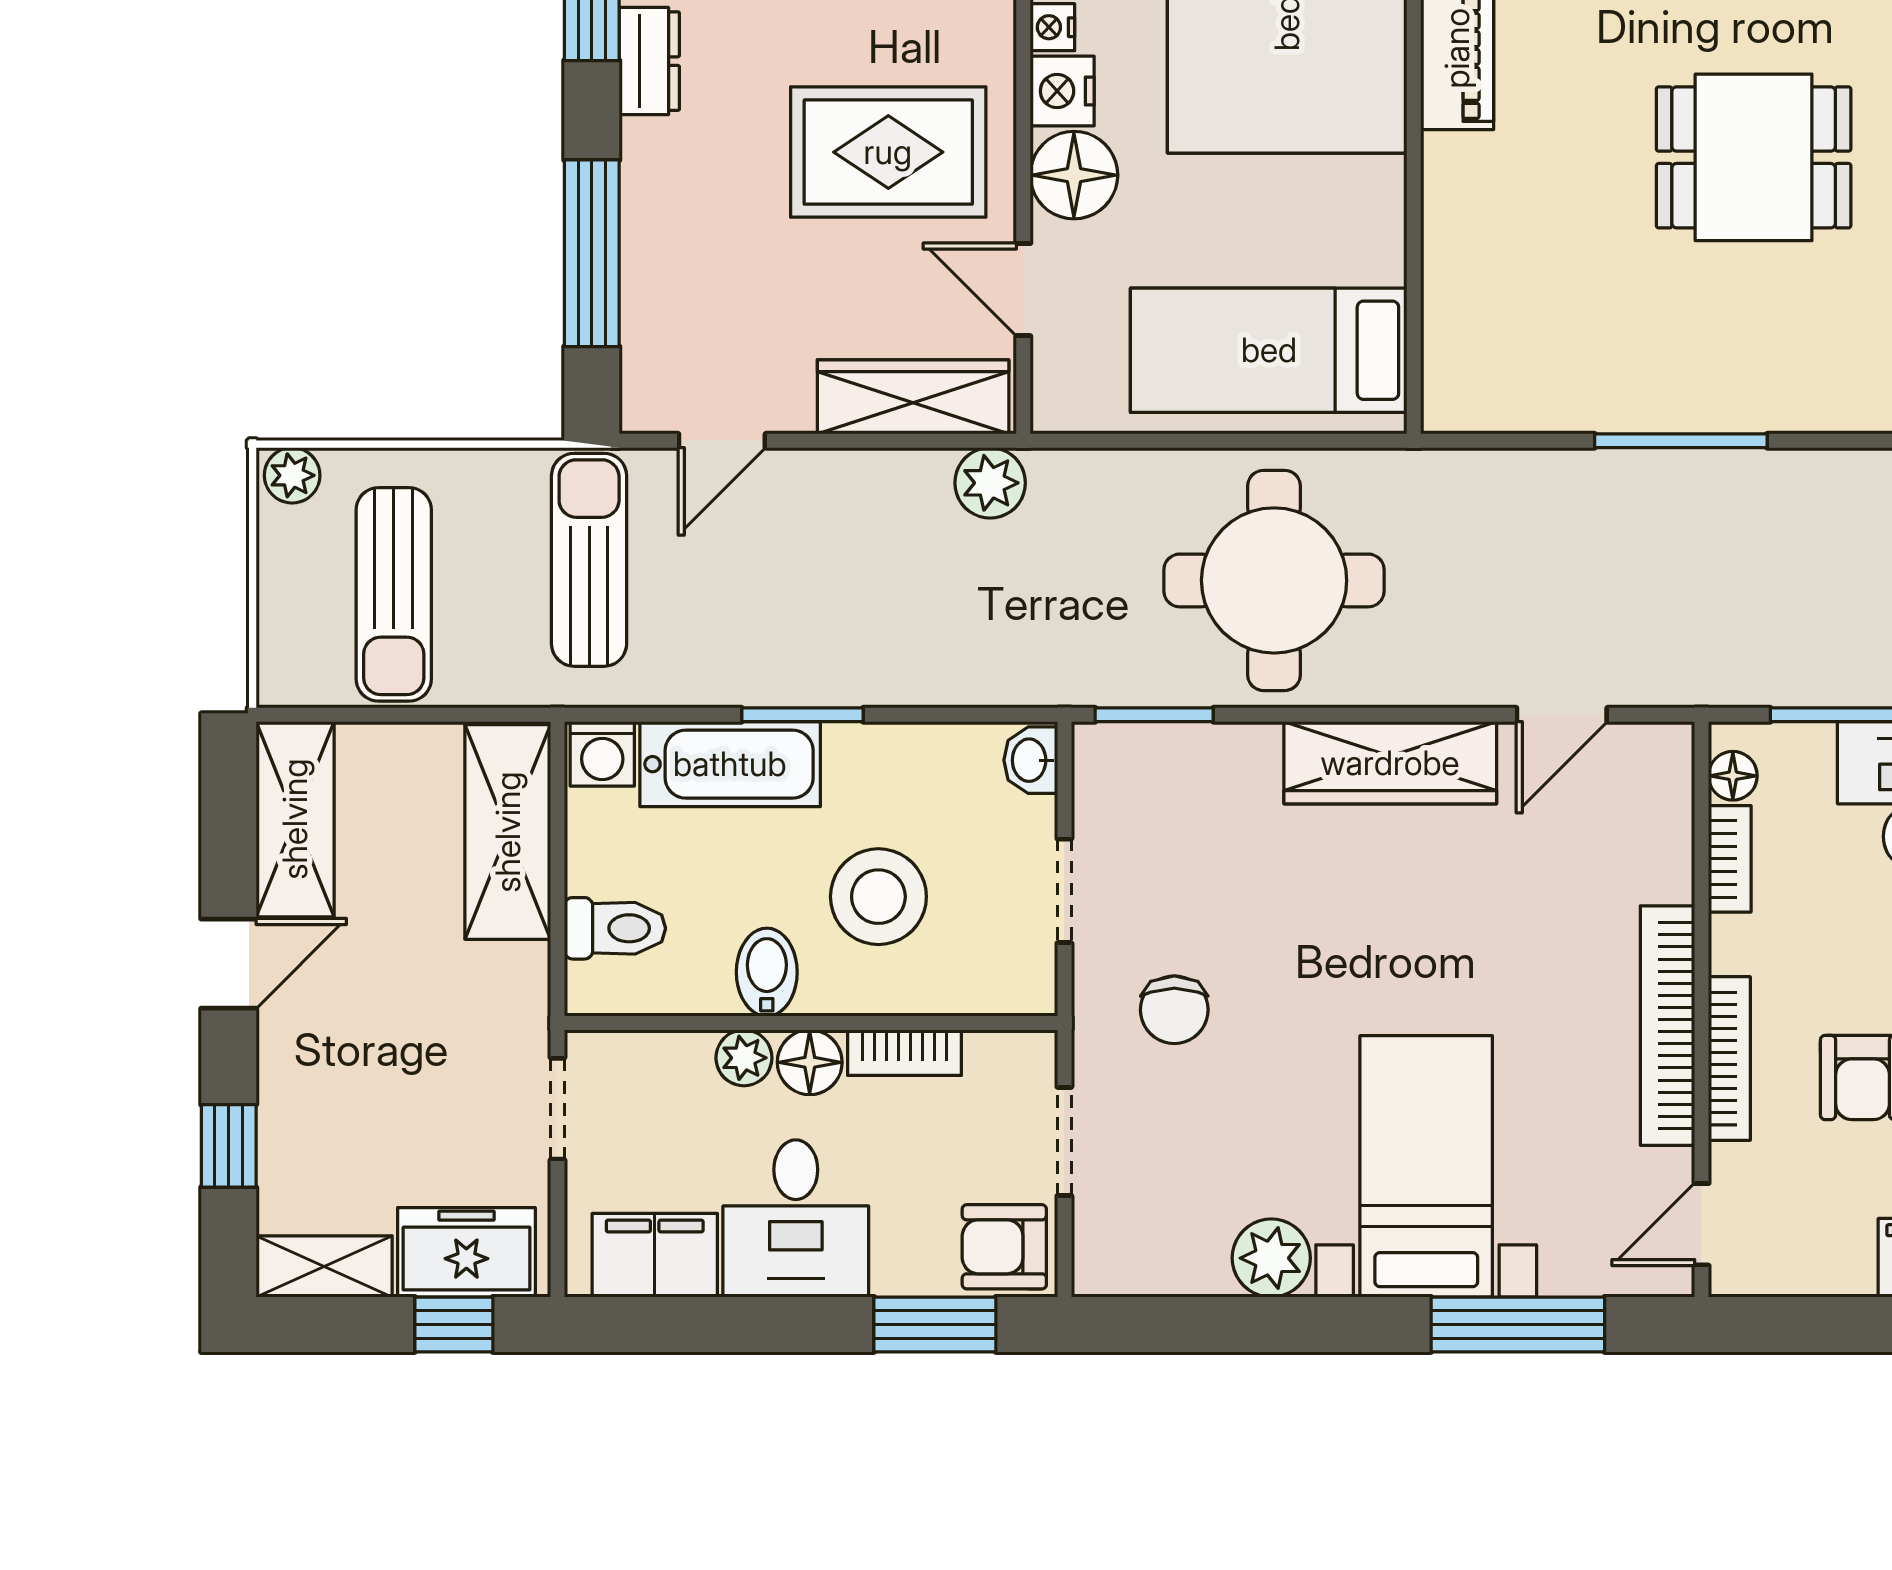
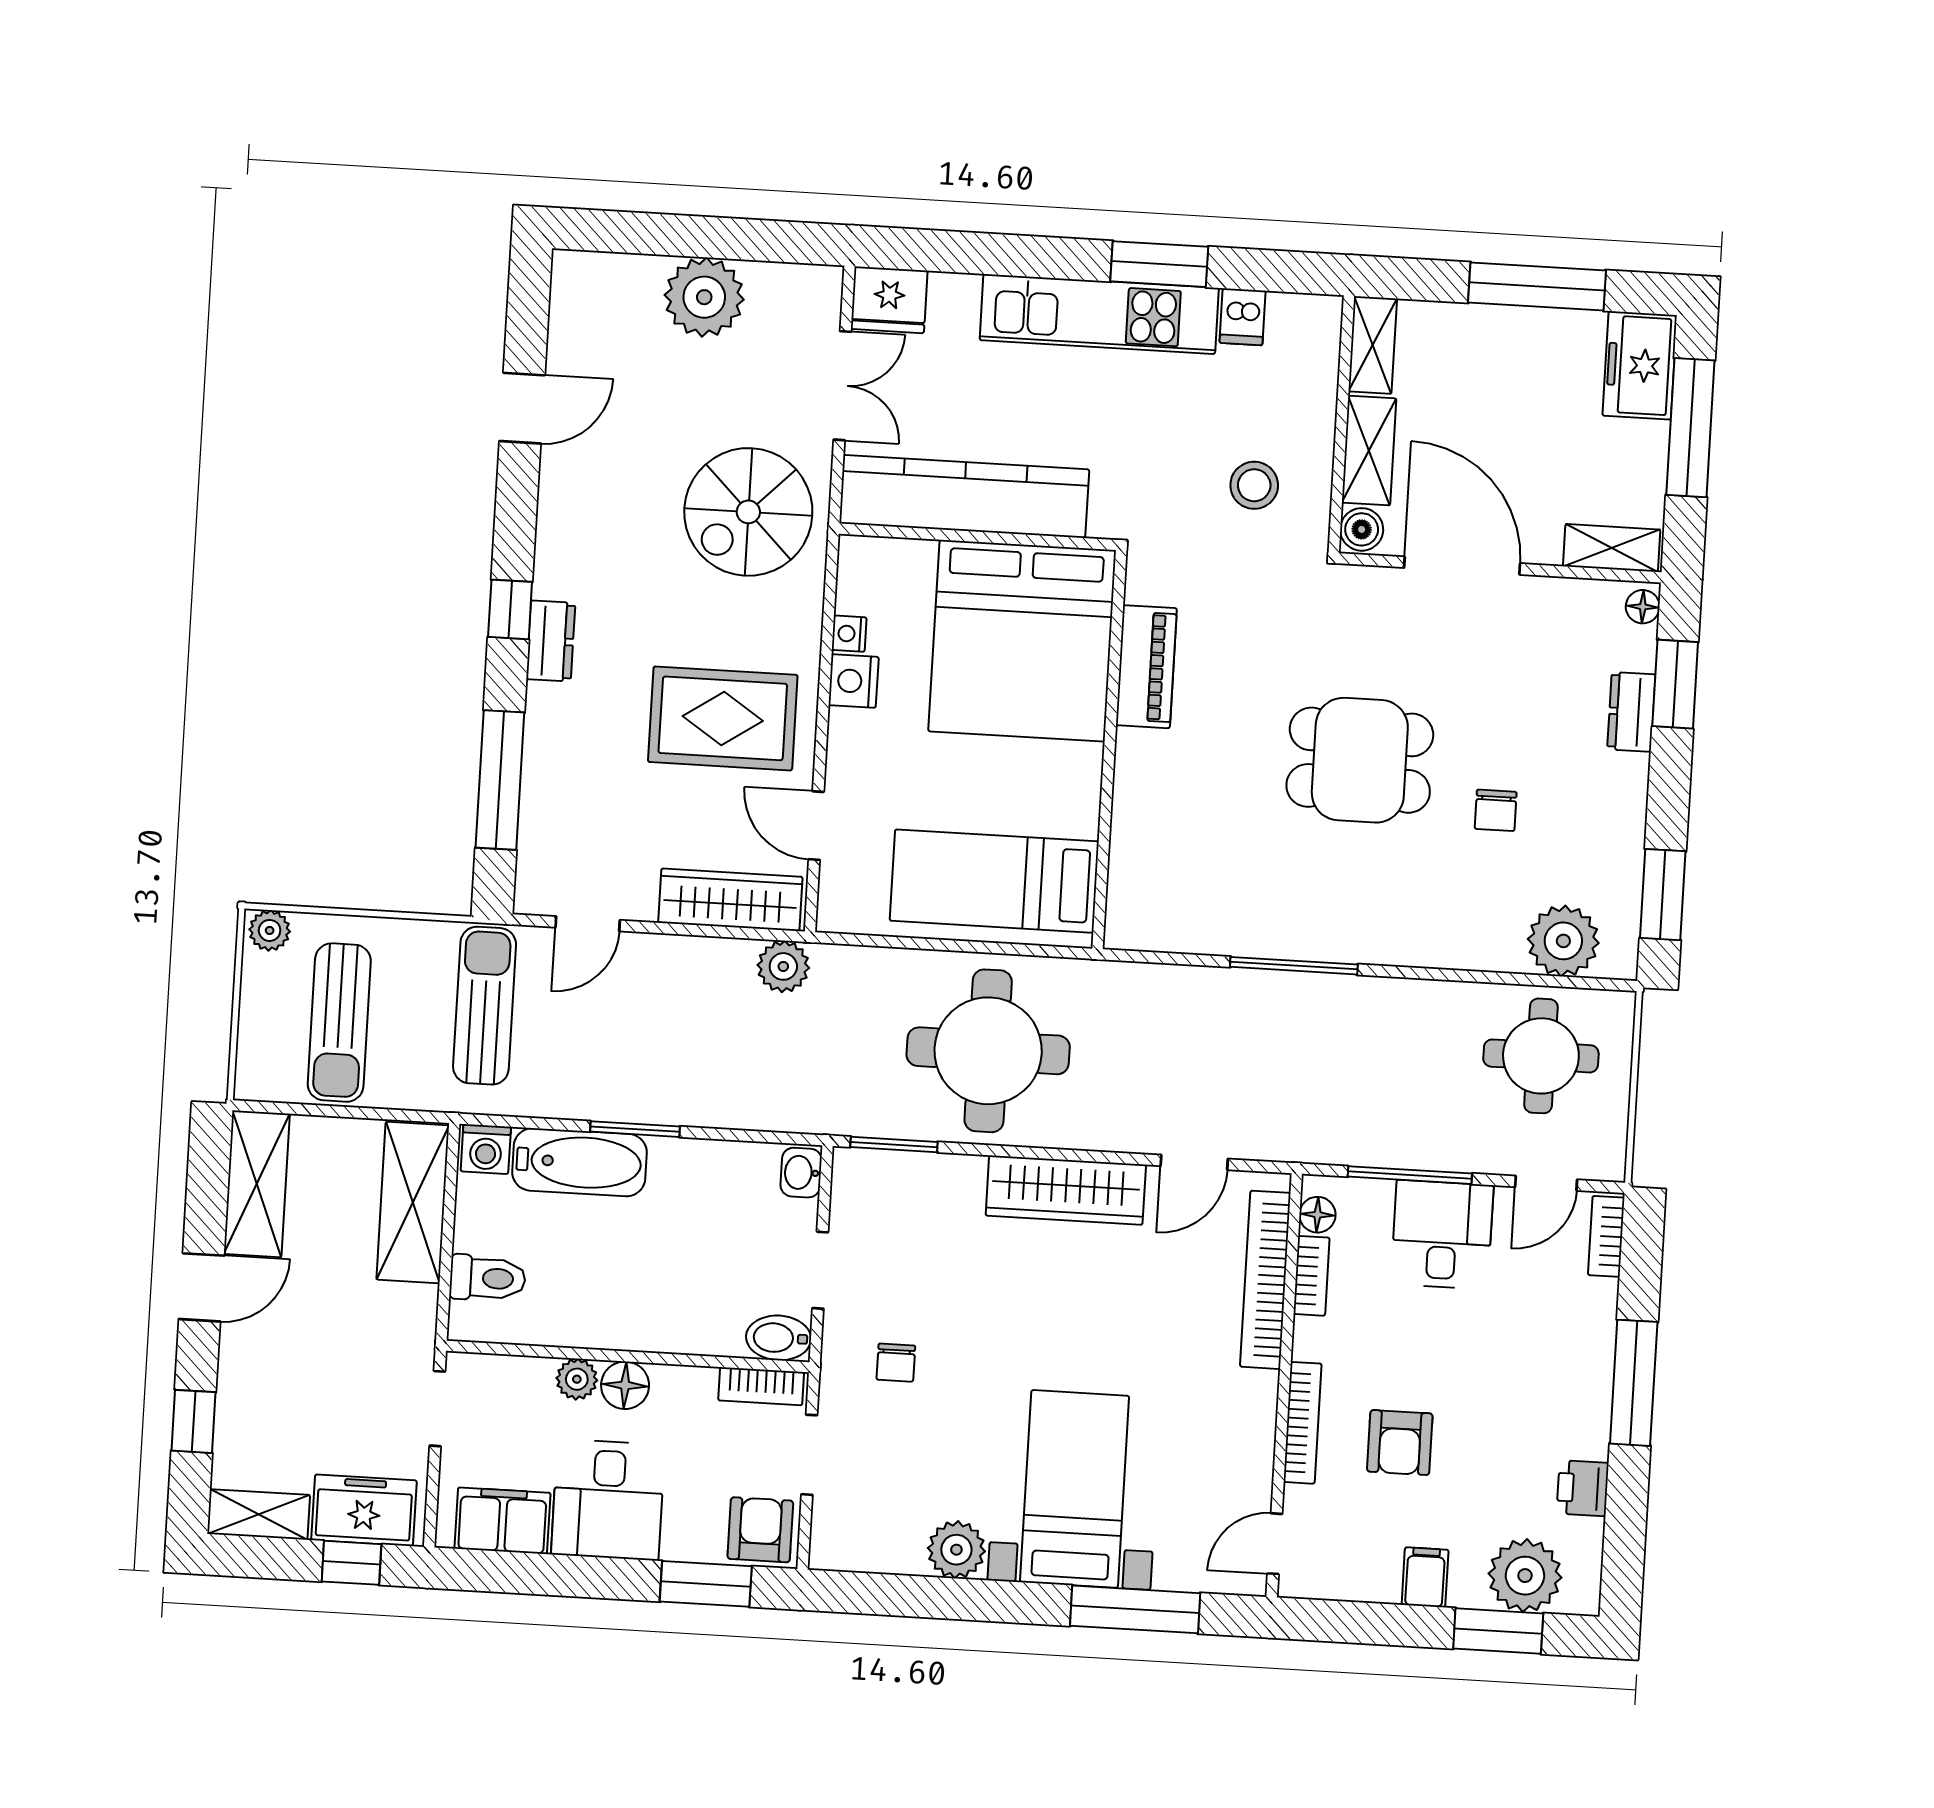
floor lamp: (1074, 175) -> (859, 744), removed
stool: (878, 897) -> (683, 1266), removed
bidet: (767, 972) -> (779, 1338), moved, turned -90
chair: (1174, 1010) -> (896, 1363), width x0.73, depth x0.73
bookcase: (1668, 1026) -> (1265, 1280), moved
bookcase: (905, 1053) -> (761, 1386), moved
armchair: (1004, 1247) -> (760, 1530), turned 90

